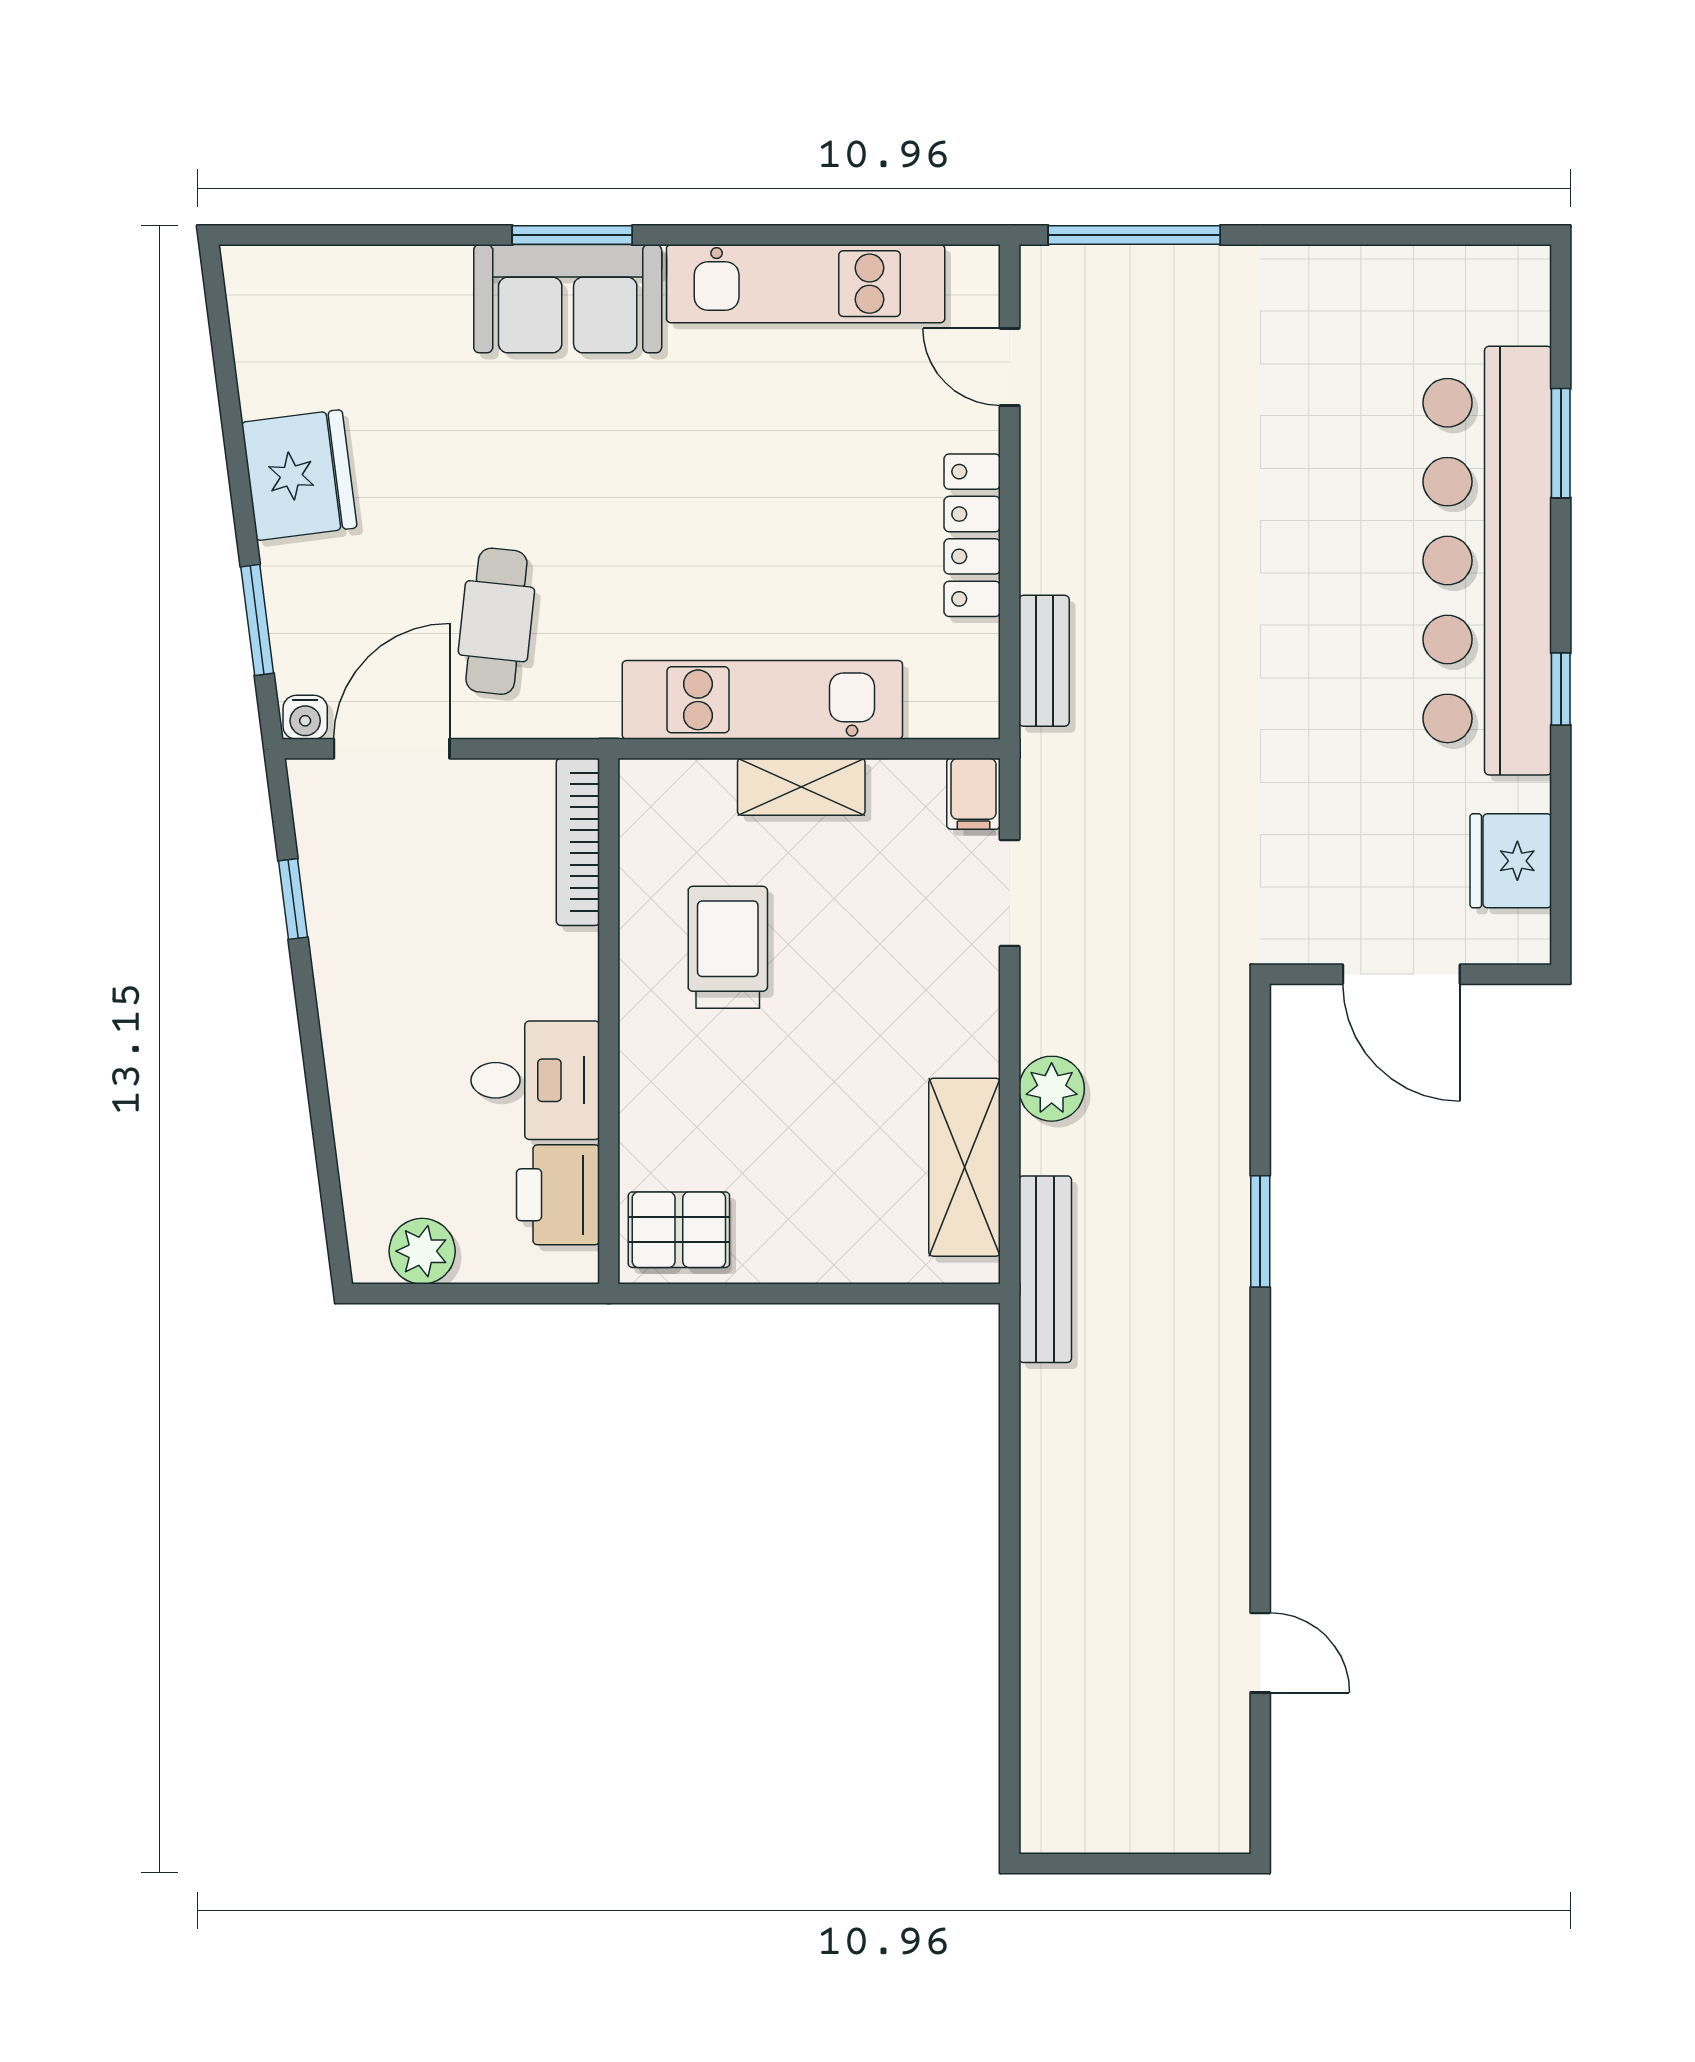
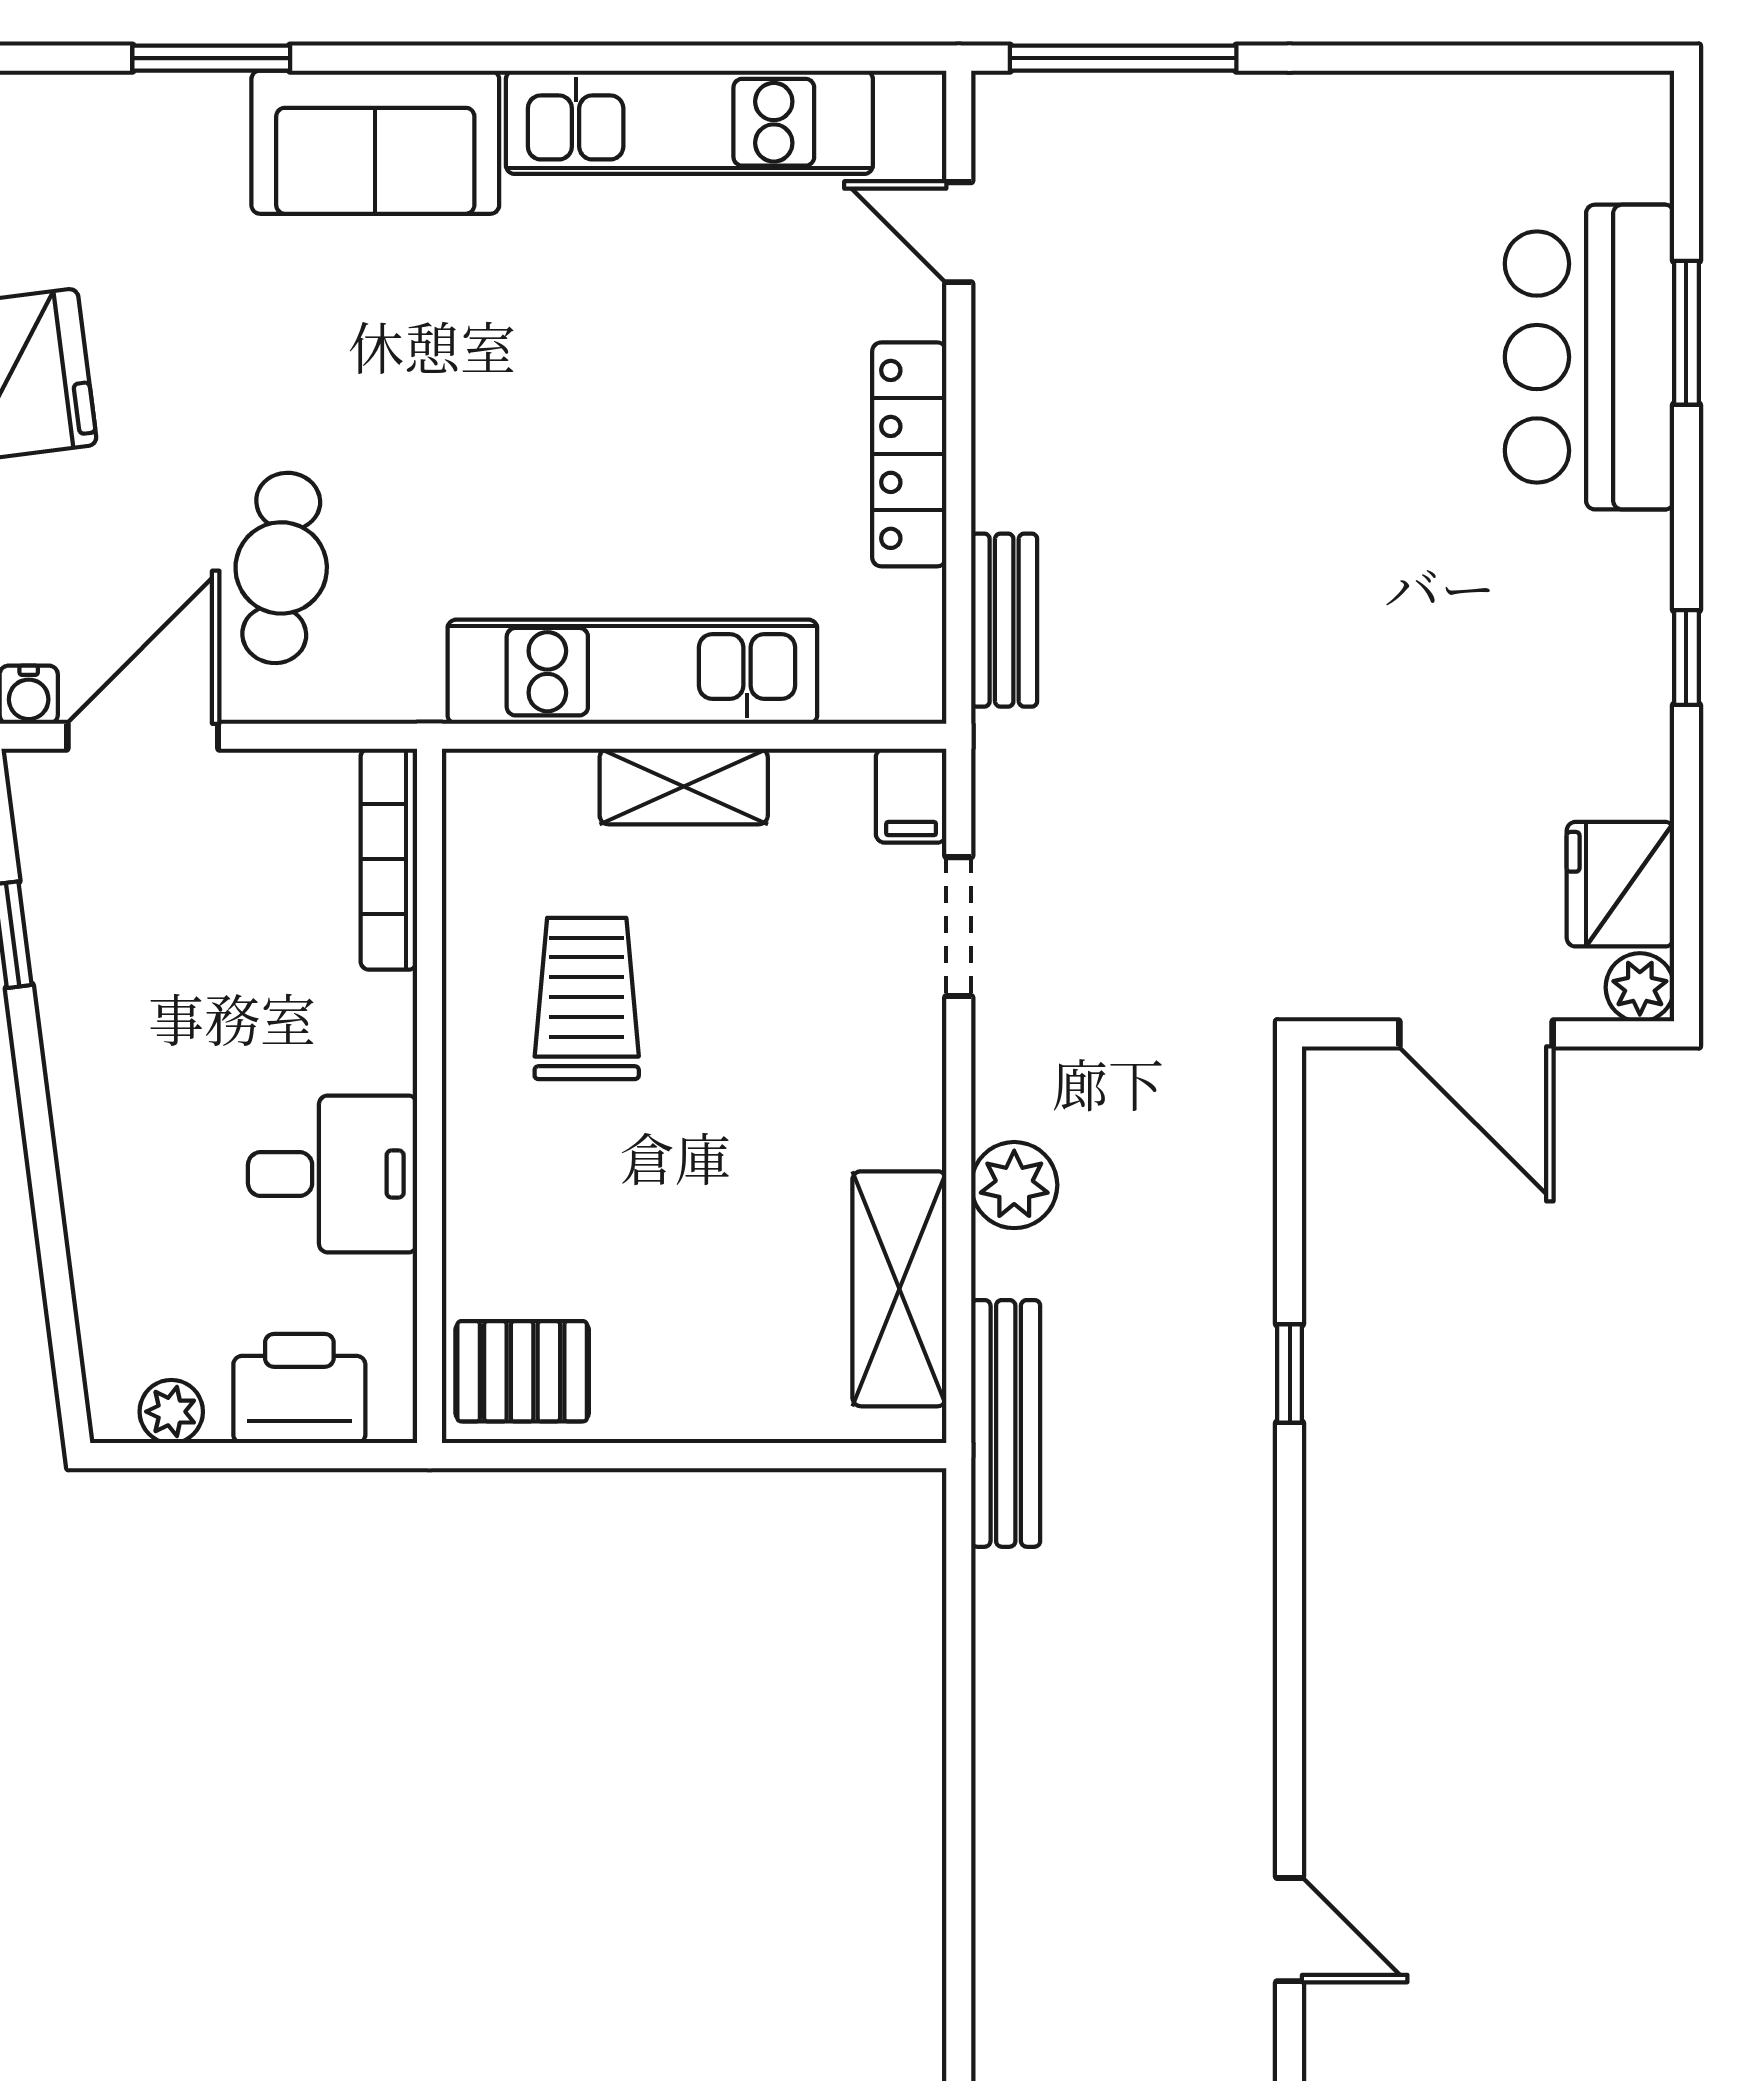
window: (572, 235) -> (211, 58), moved
bar counter: (1487, 561) -> (1589, 357), width x0.54
plant: (1526, 939) -> (1640, 987), added
printer: (558, 1195) -> (299, 1389), moved, turned 90
window: (1260, 1231) -> (1290, 1374), width x0.67
plant: (422, 1251) -> (171, 1412), width x0.73, depth x0.73

